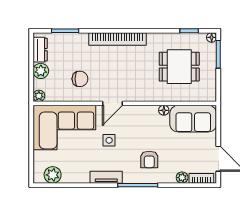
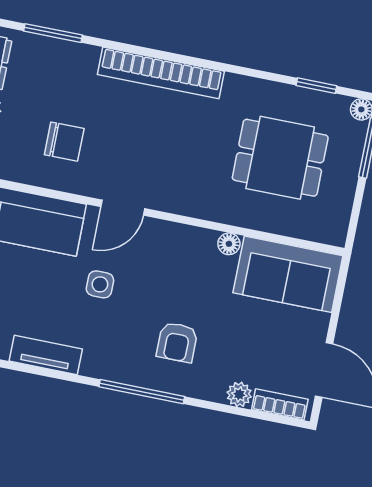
tv unit: (106, 177) -> (46, 355), moved

